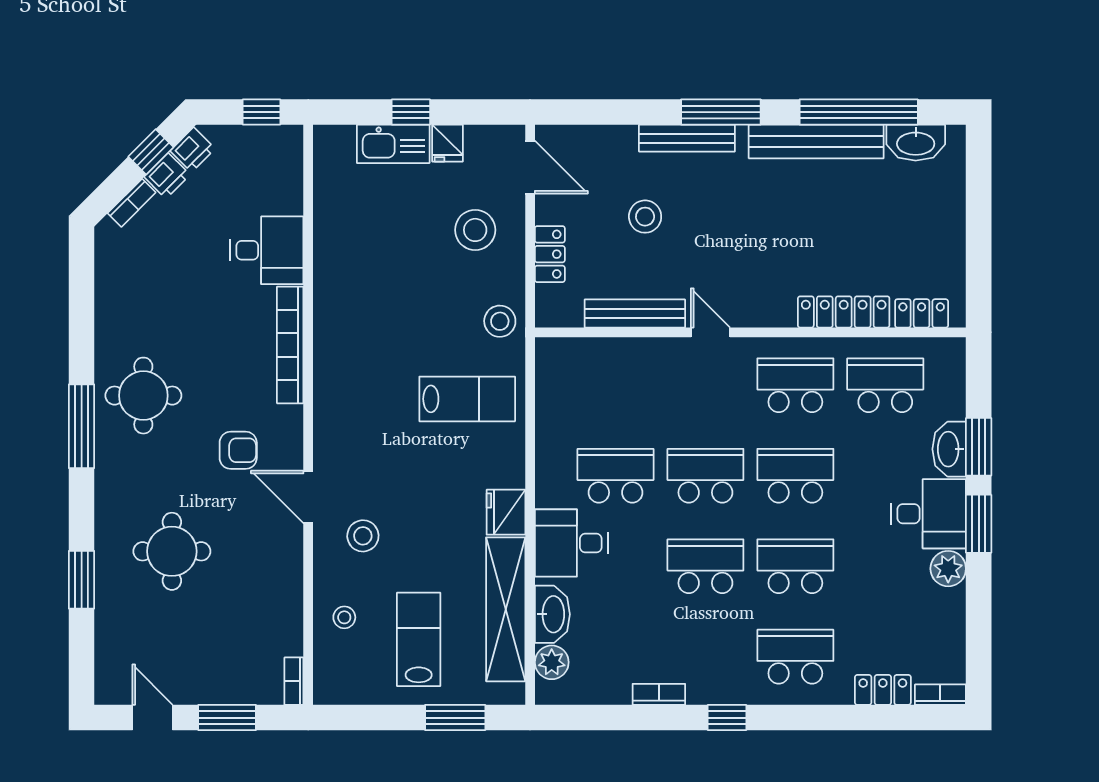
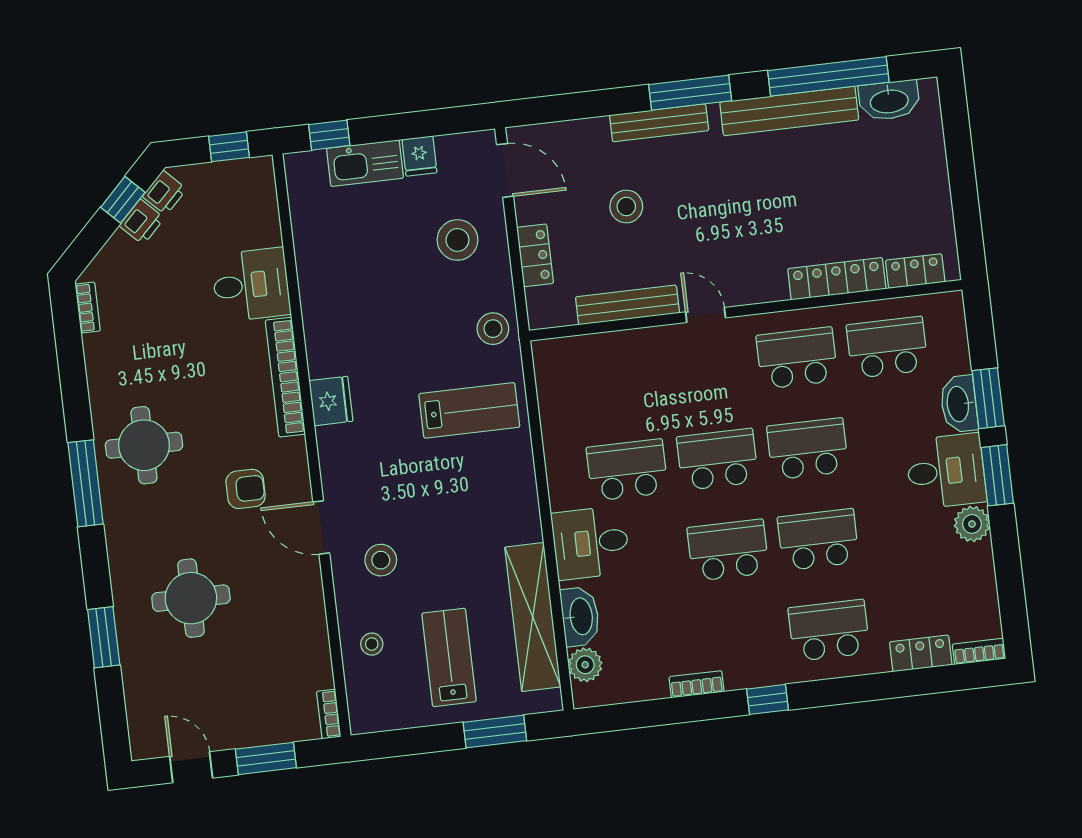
window: (411, 112) -> (329, 135), moved
bookcase: (132, 203) -> (88, 308), moved, turned -45
fridge: (506, 512) -> (331, 401), moved, turned 180

